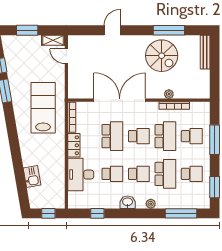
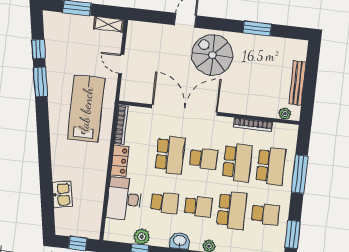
window: (169, 30) -> (257, 28), width x0.69
bench: (205, 52) -> (297, 83), moved
door: (66, 56) -> (121, 64), moved
spiral stairs: (162, 56) -> (212, 55), moved, turned 180
plant: (169, 94) -> (285, 114), moved
school desk: (192, 136) -> (271, 166), width x1.85
plant: (98, 202) -> (142, 237), added

